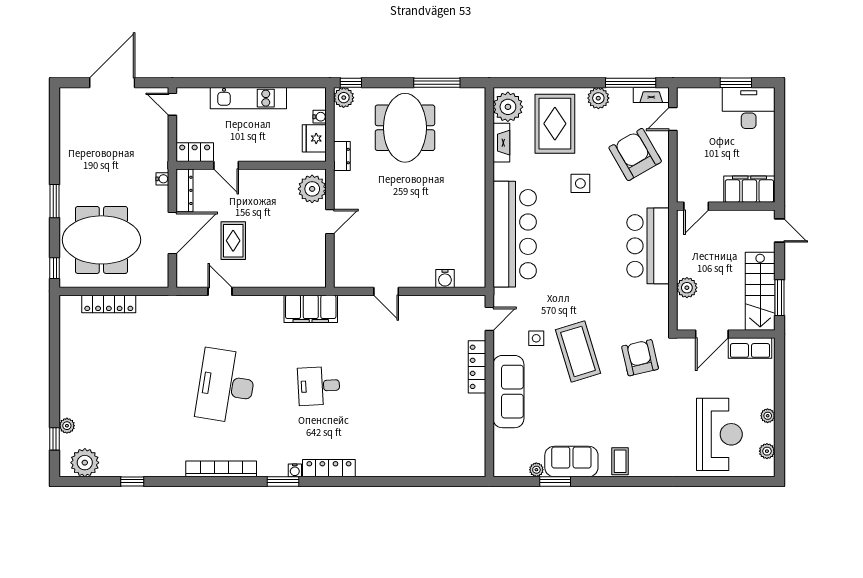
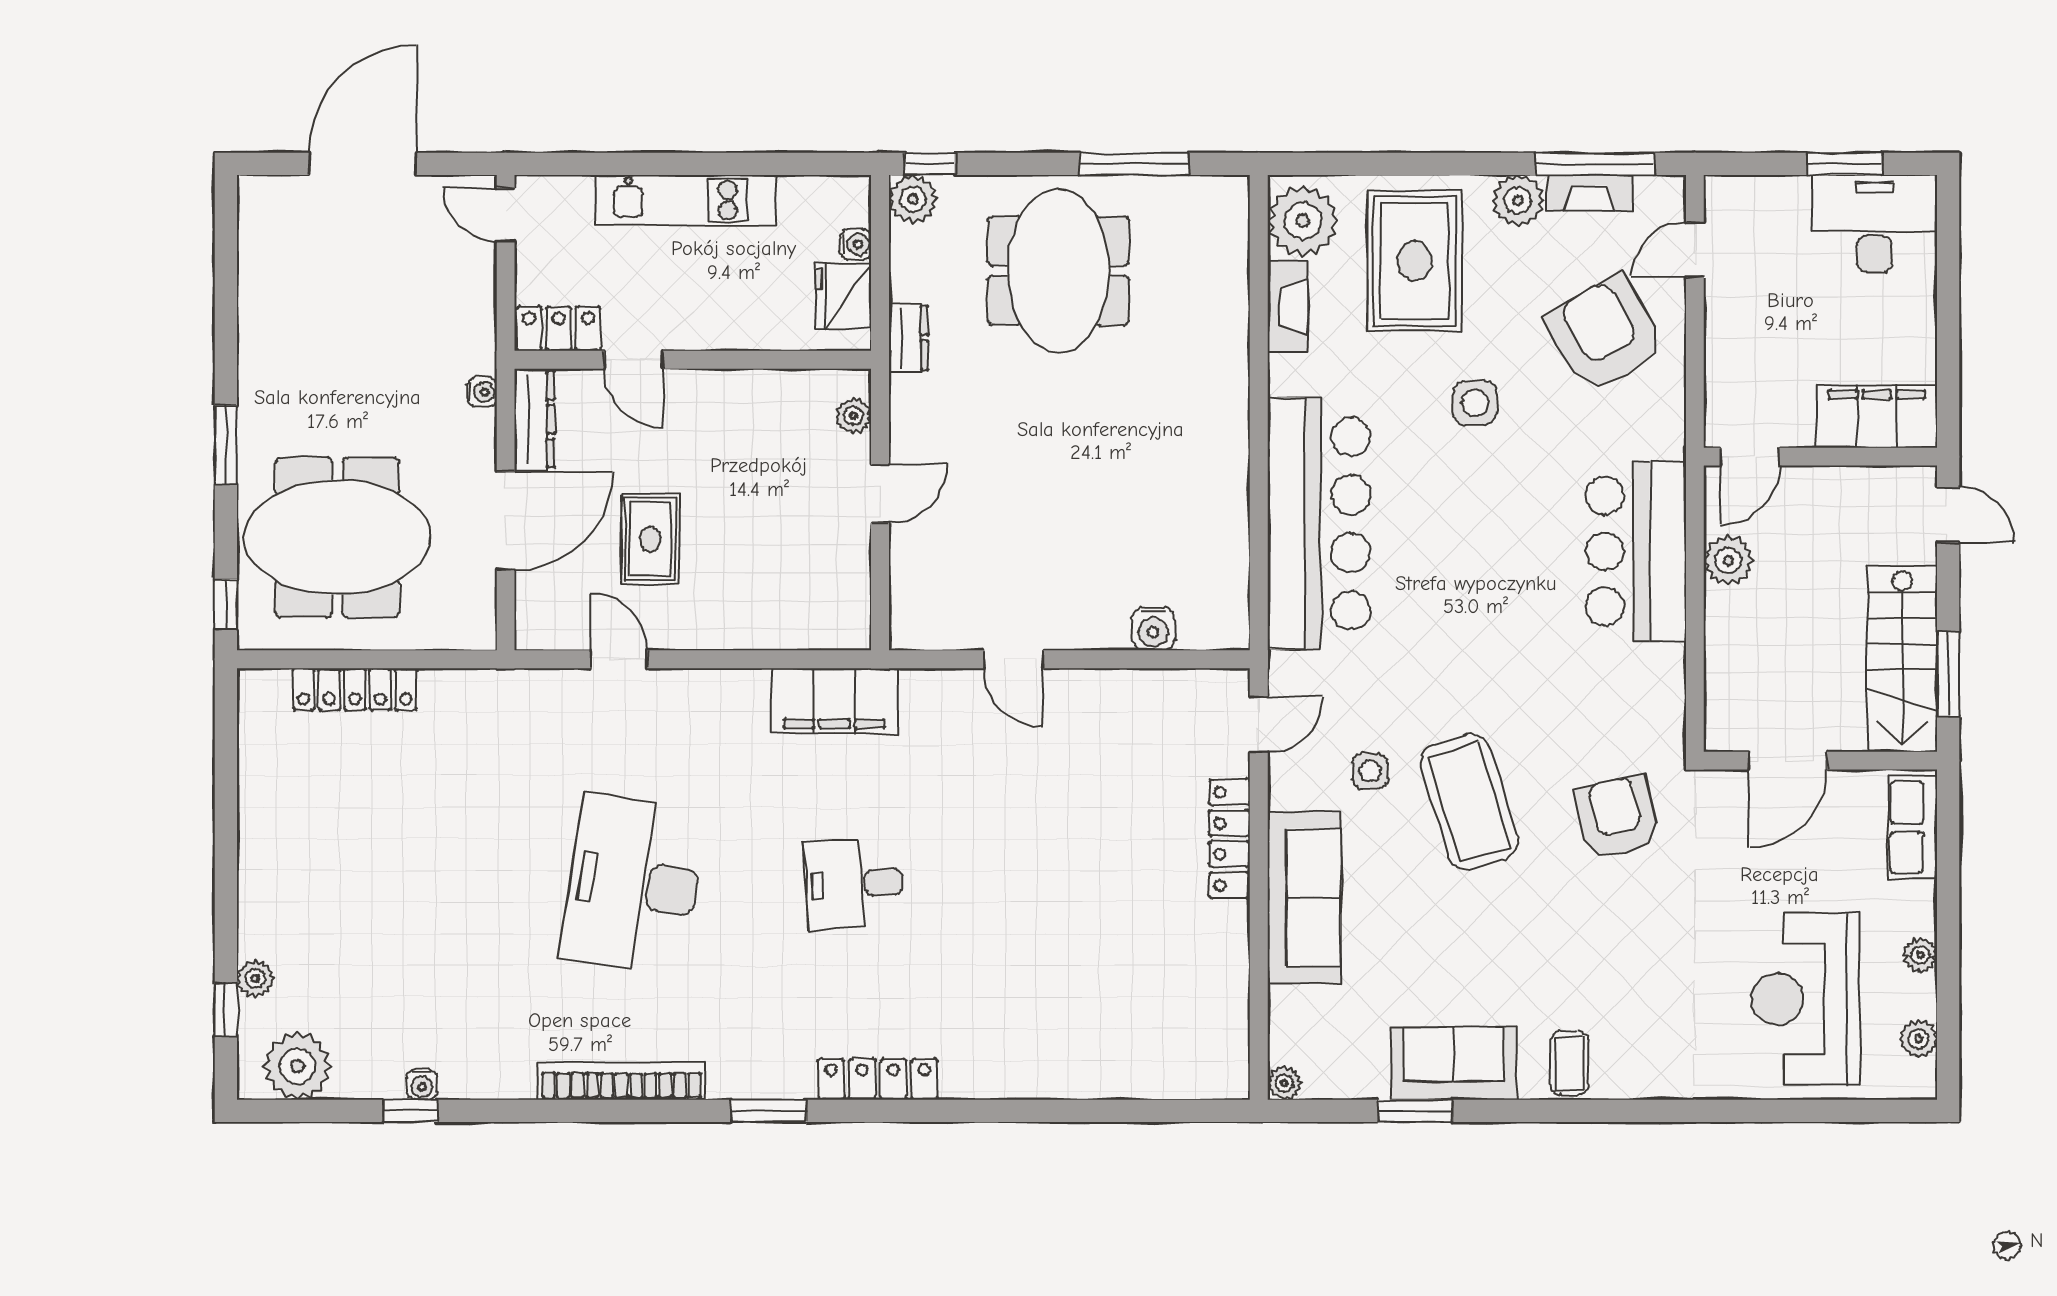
fireplace: (651, 95) -> (1589, 193), moved
plant: (312, 189) -> (853, 416), width x0.53, depth x0.53
plant: (687, 288) -> (1728, 561), moved
row of seats: (750, 348) -> (1913, 827), moved, turned 90
reception desk: (719, 434) -> (1805, 999), turned 180
water cooler: (295, 470) -> (422, 1084), moved
plant: (536, 470) -> (1284, 1083), moved

